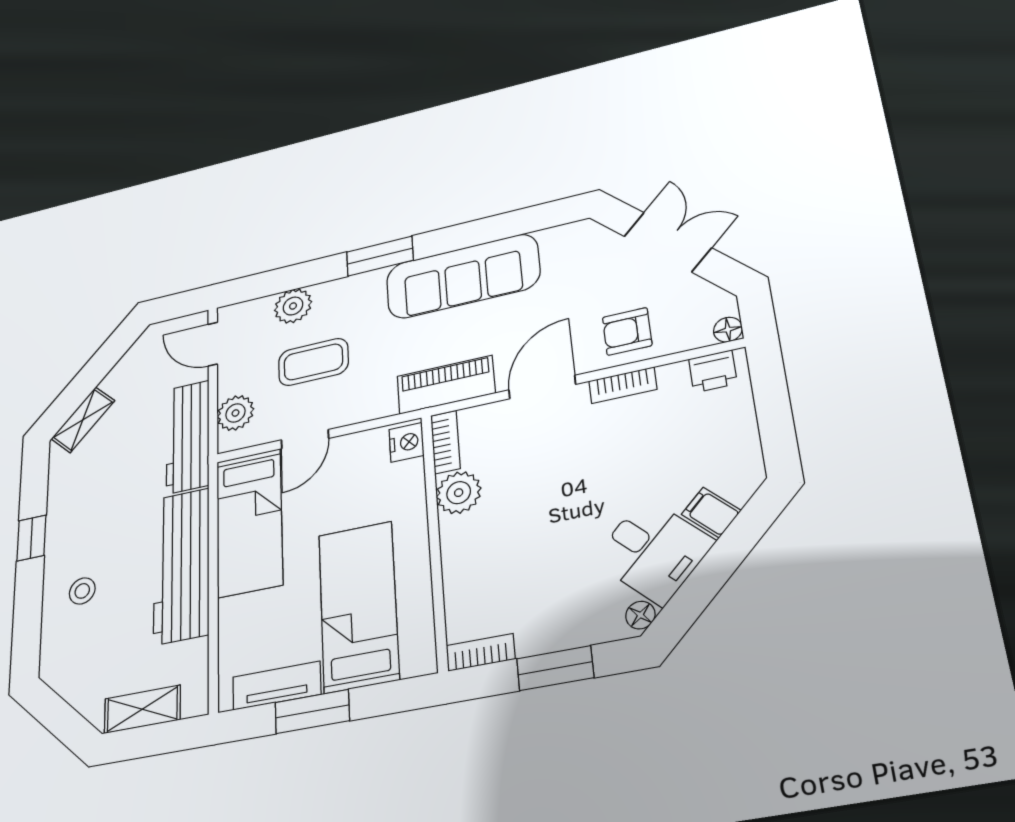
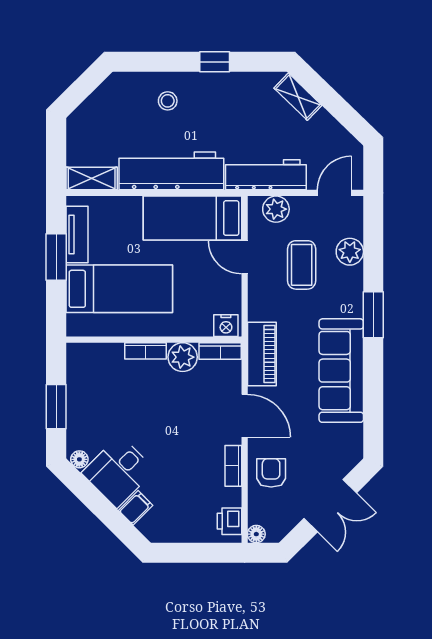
bookcase: (481, 652) -> (146, 351), moved, turned 90
shelving: (142, 709) -> (92, 178), moved, turned 90

